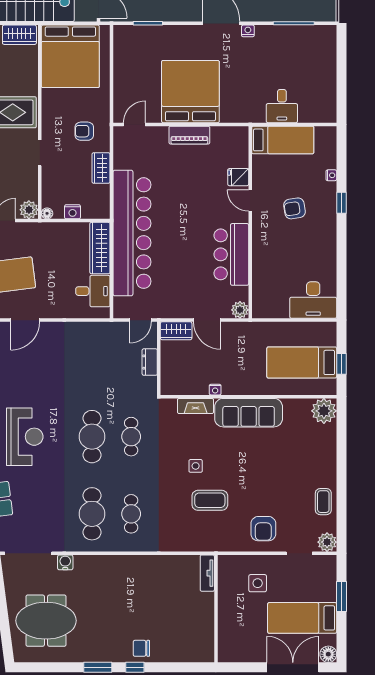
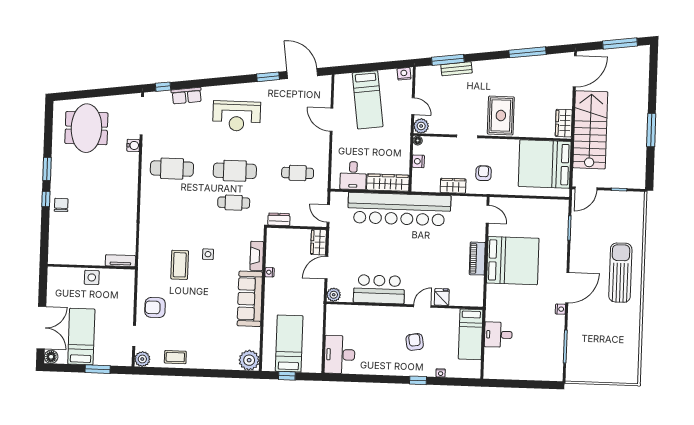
dresser: (150, 362) -> (279, 219), moved
cafe table: (131, 514) -> (298, 173), moved
side table: (258, 583) -> (92, 277), moved

